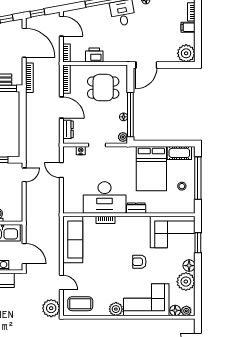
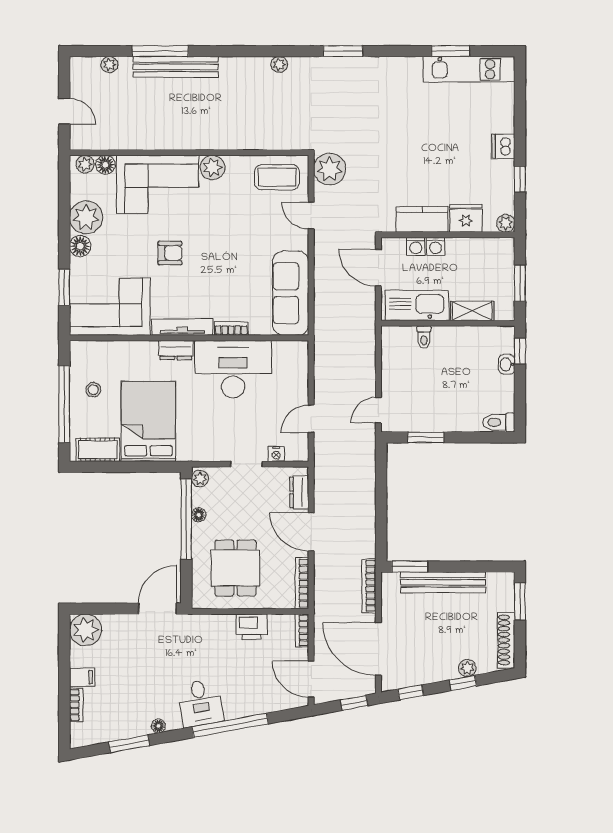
dining table: (103, 88) -> (235, 568), turned 90
door: (61, 170) -> (311, 419), swing flipped
tv unit: (133, 221) -> (182, 327), added

